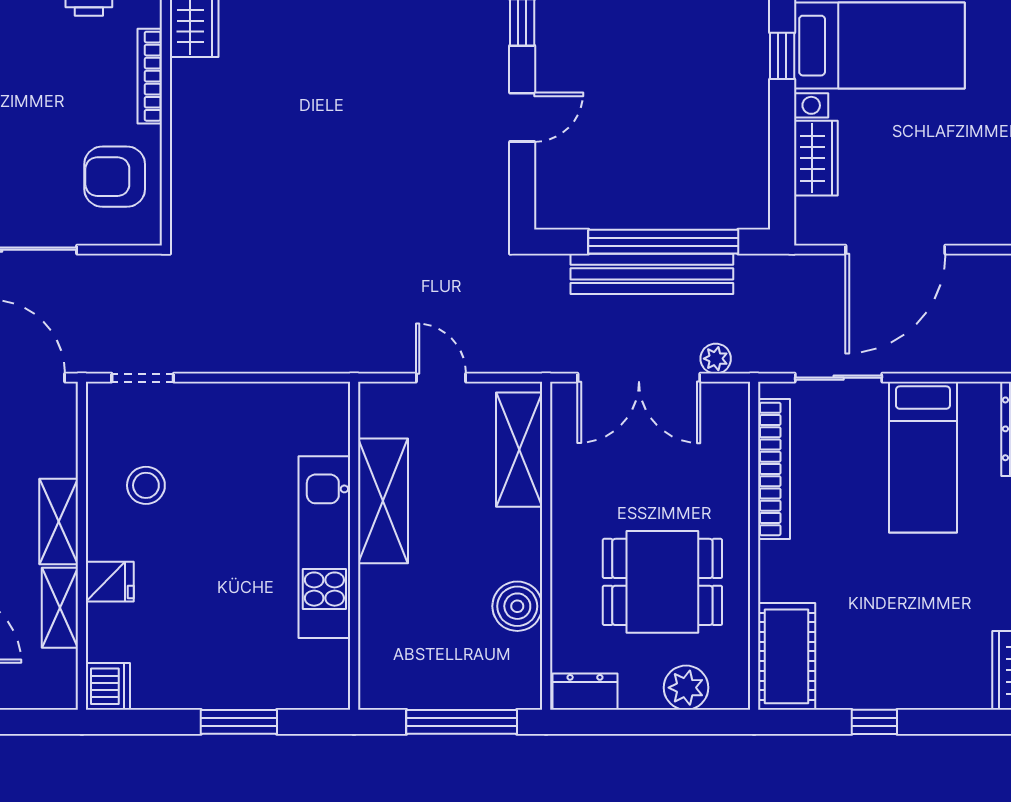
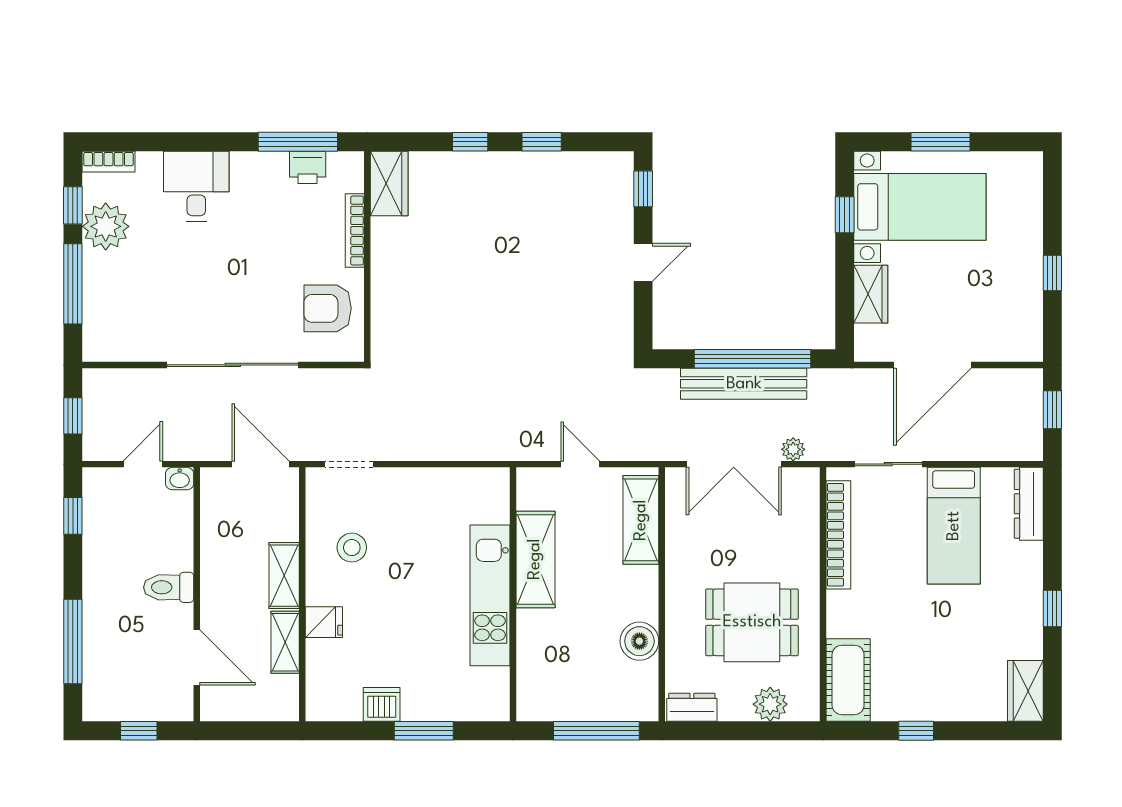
dishwasher: (108, 686) -> (382, 704), moved, turned -90

